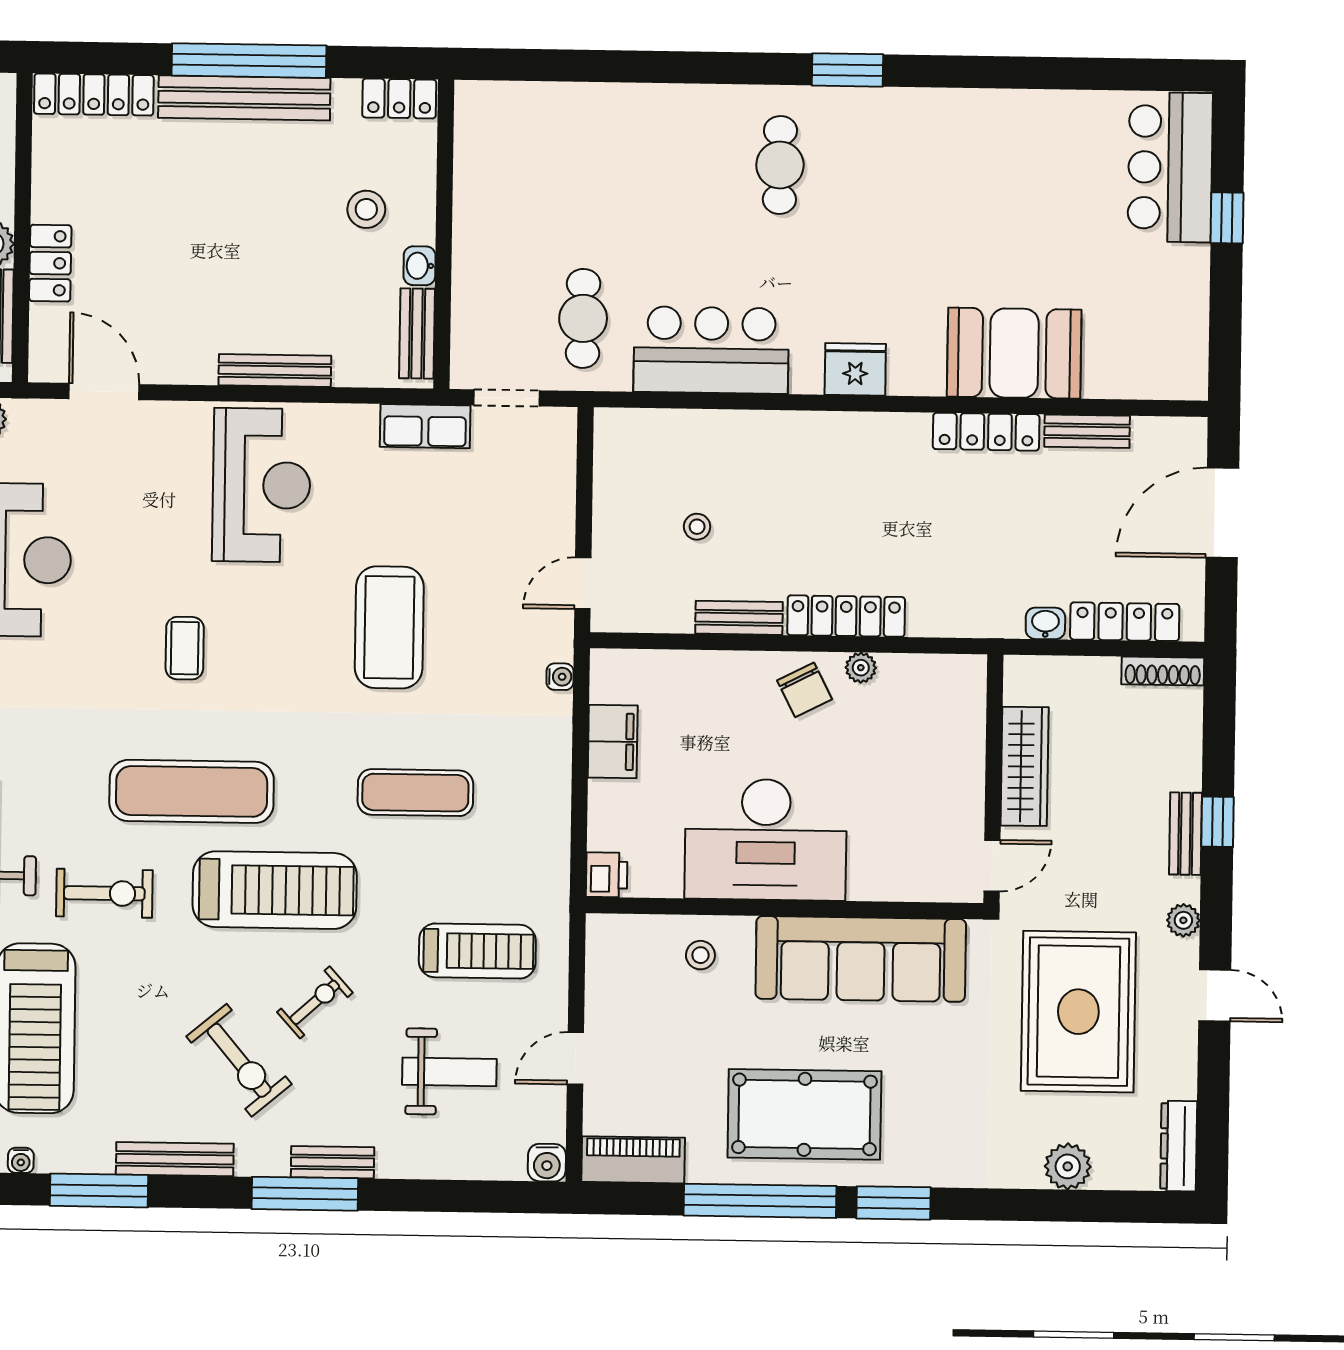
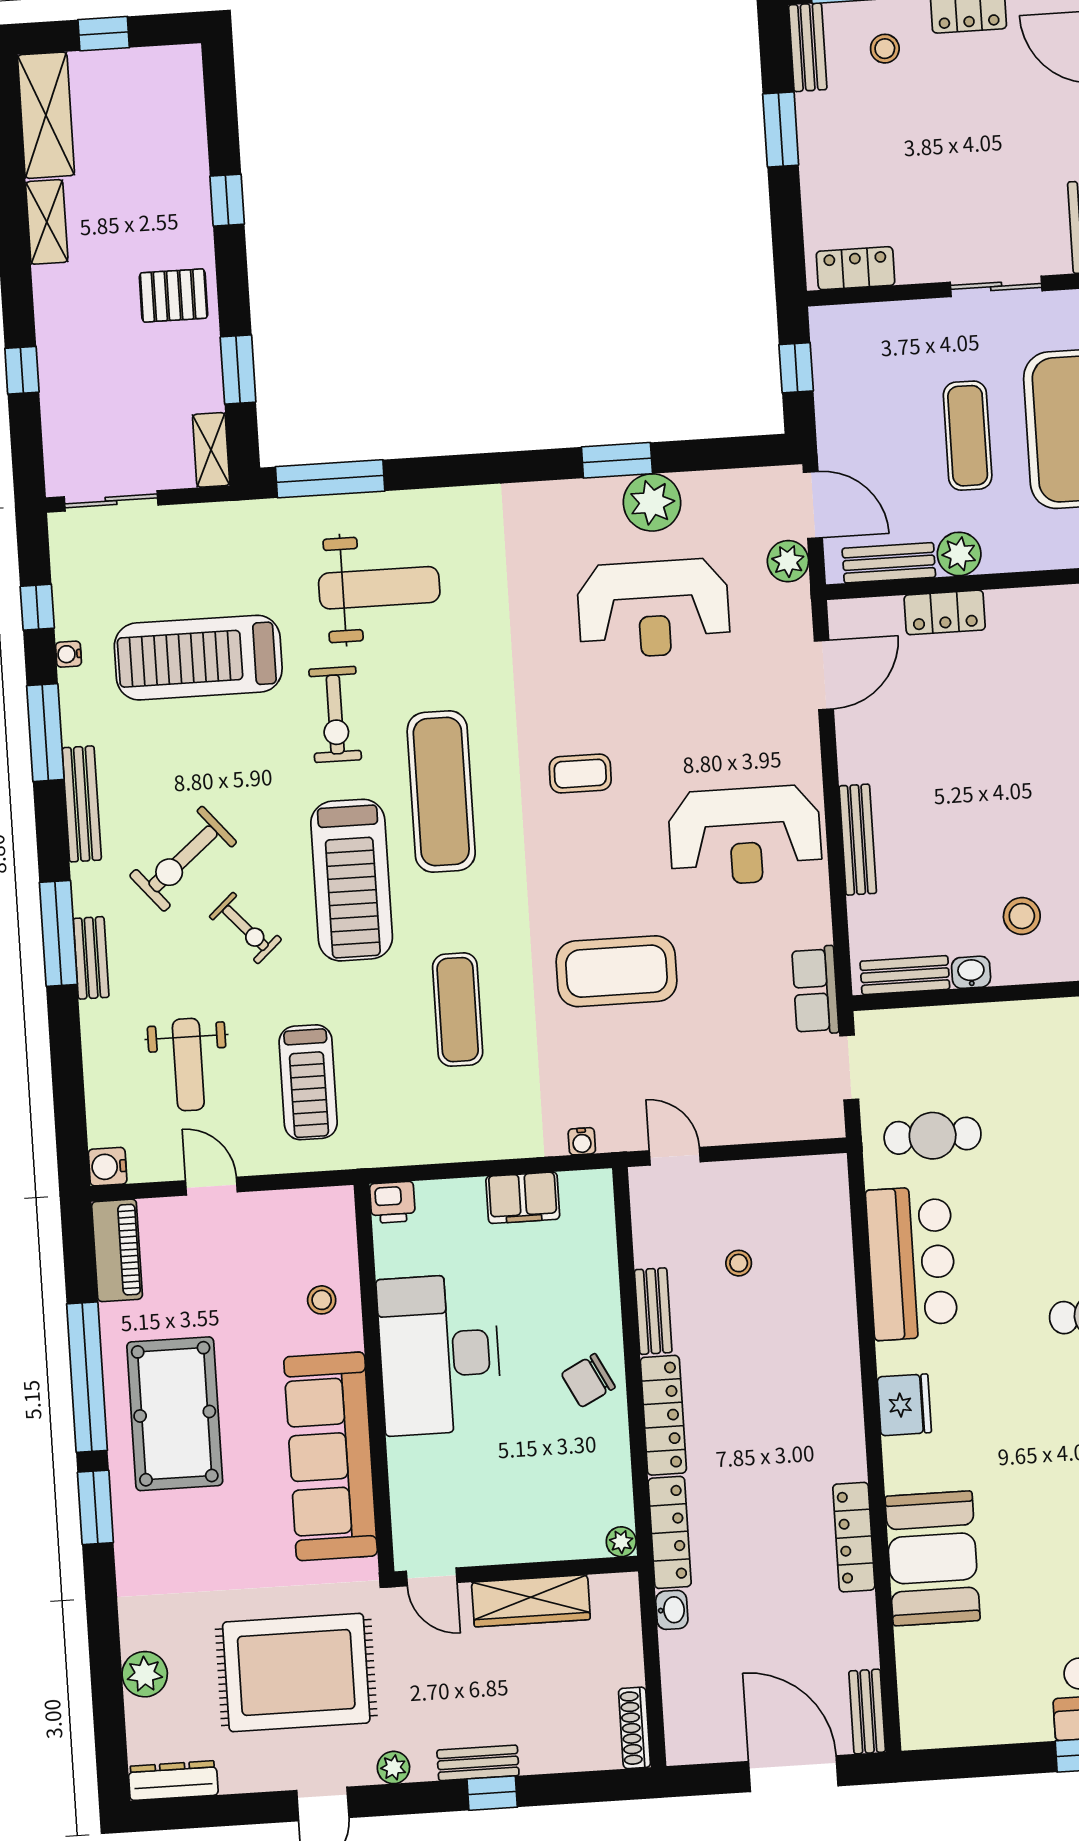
bench: (1087, 431) -> (867, 1711), moved
locker: (1125, 622) -> (670, 1532), moved
plant: (861, 668) -> (621, 1542), moved

